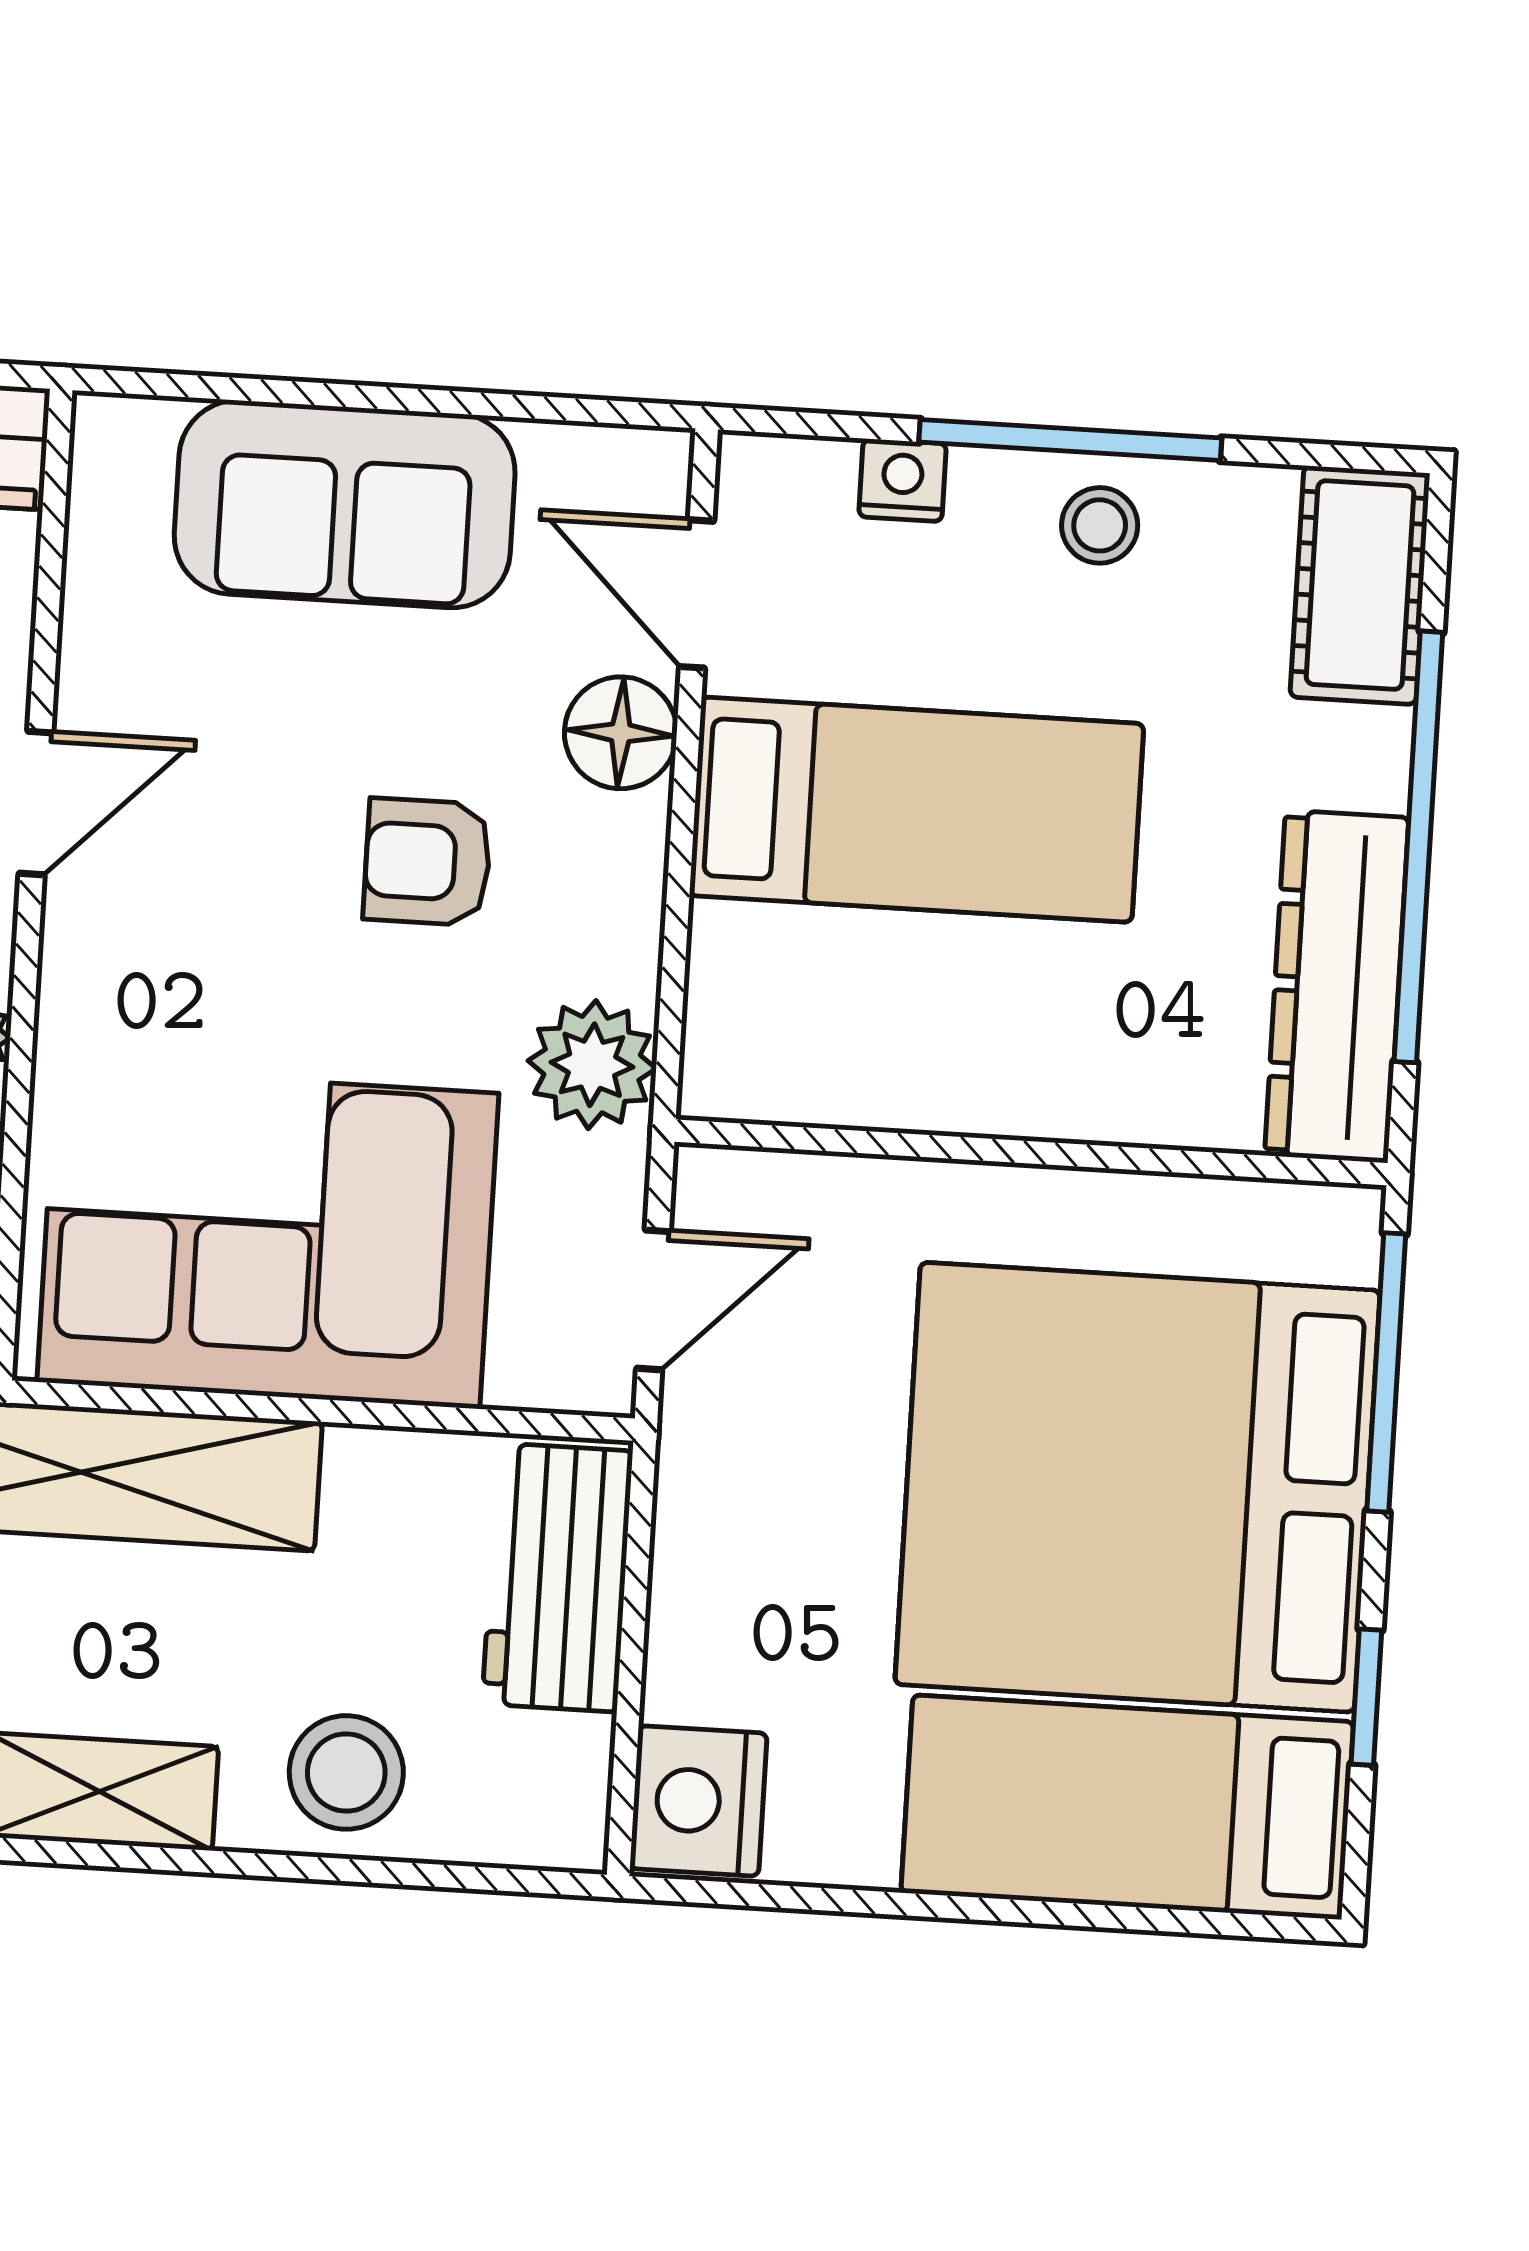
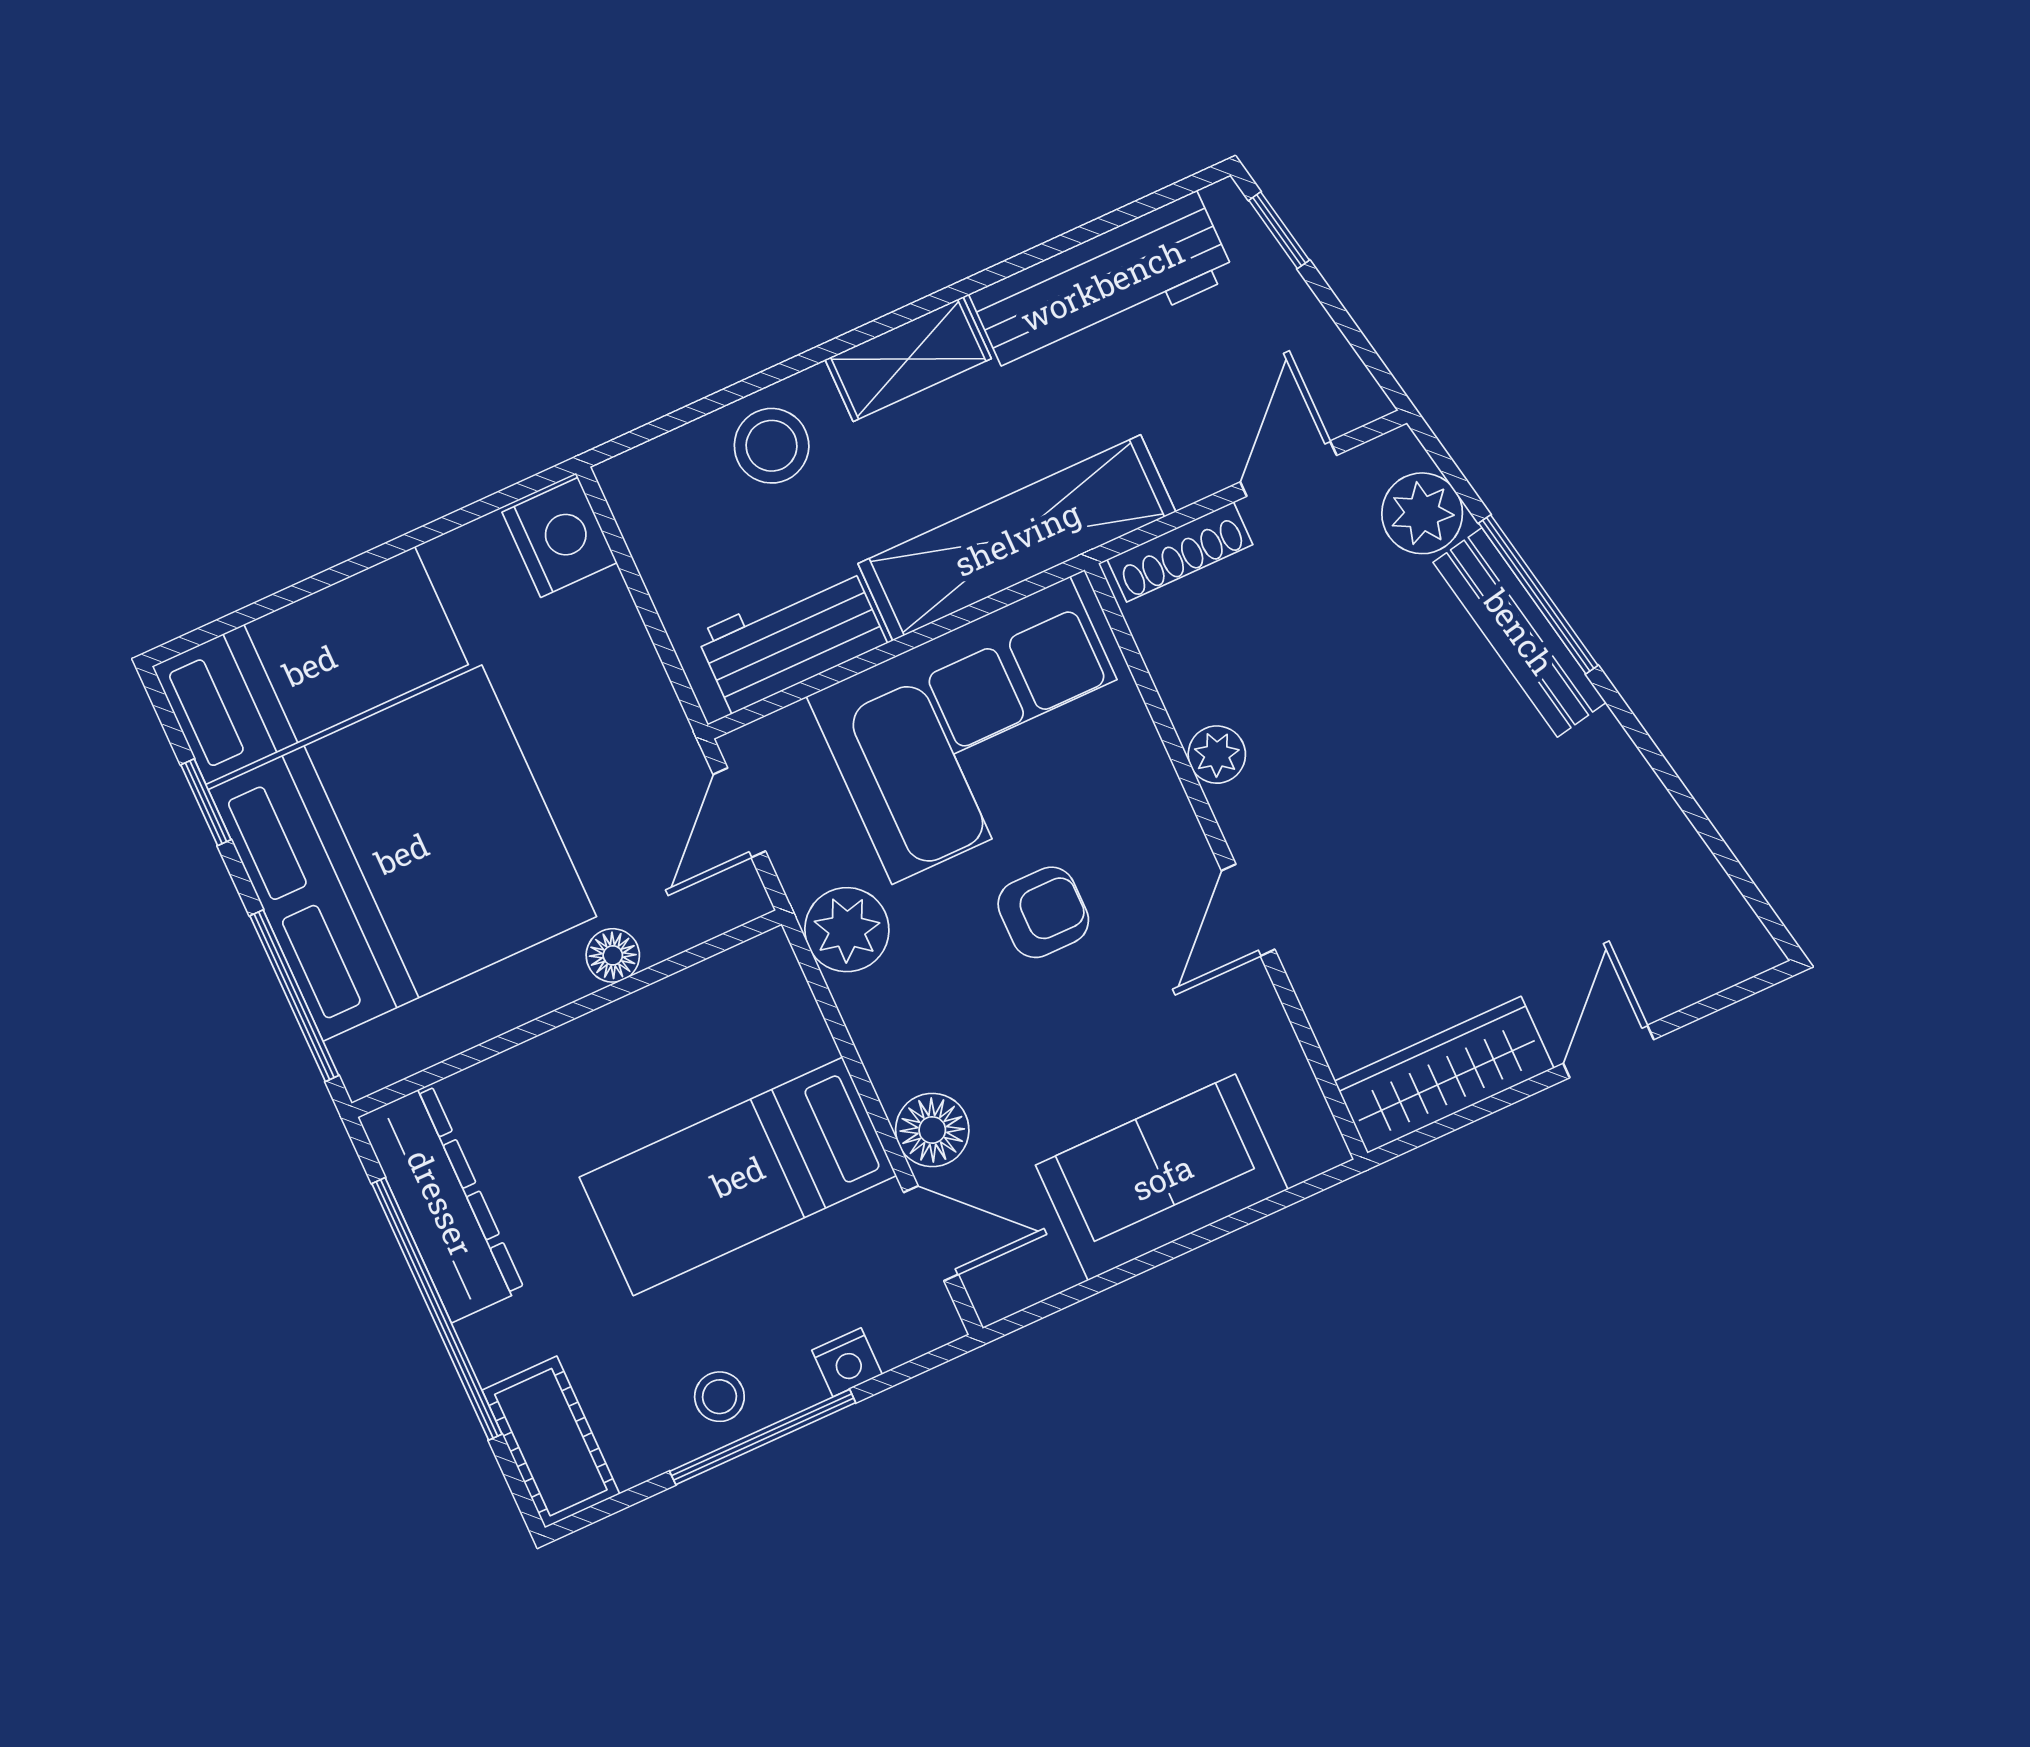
armchair: (427, 862) -> (1043, 912), moved
floor lamp: (927, 1198) -> (613, 955), added
workbench: (557, 1577) -> (791, 638), moved, turned -90

